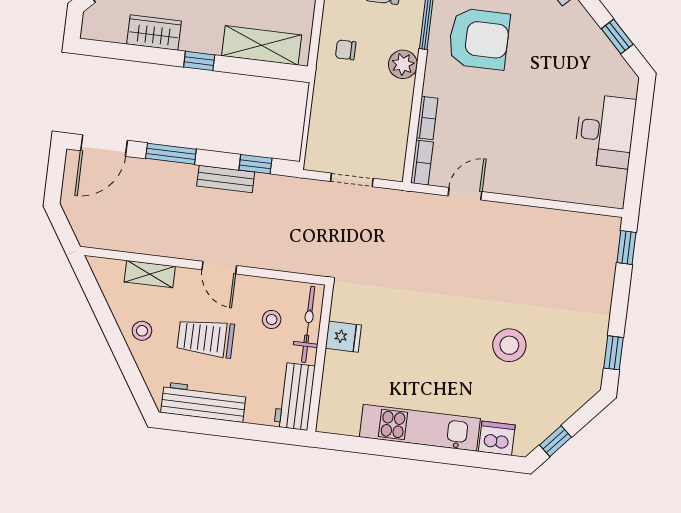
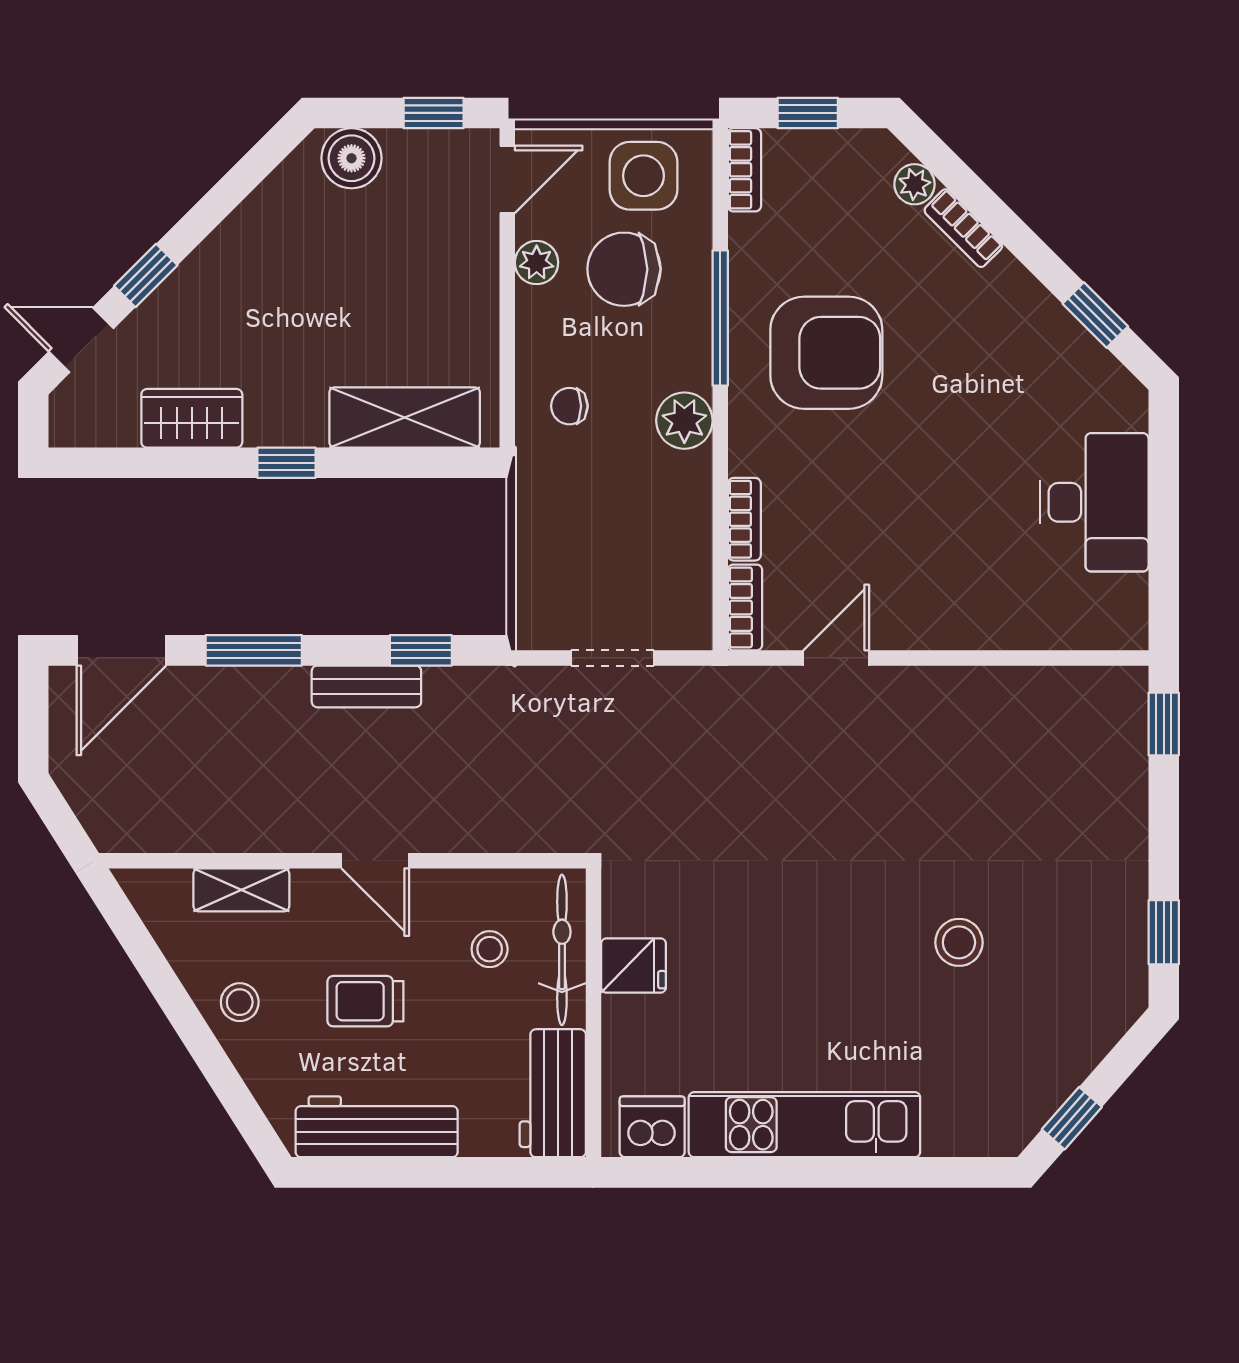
trolley: (206, 338) -> (365, 1001), width x0.73, depth x0.72
stool: (509, 345) -> (959, 942), width x0.73, depth x0.73
dishwasher: (497, 438) -> (652, 1127), moved

